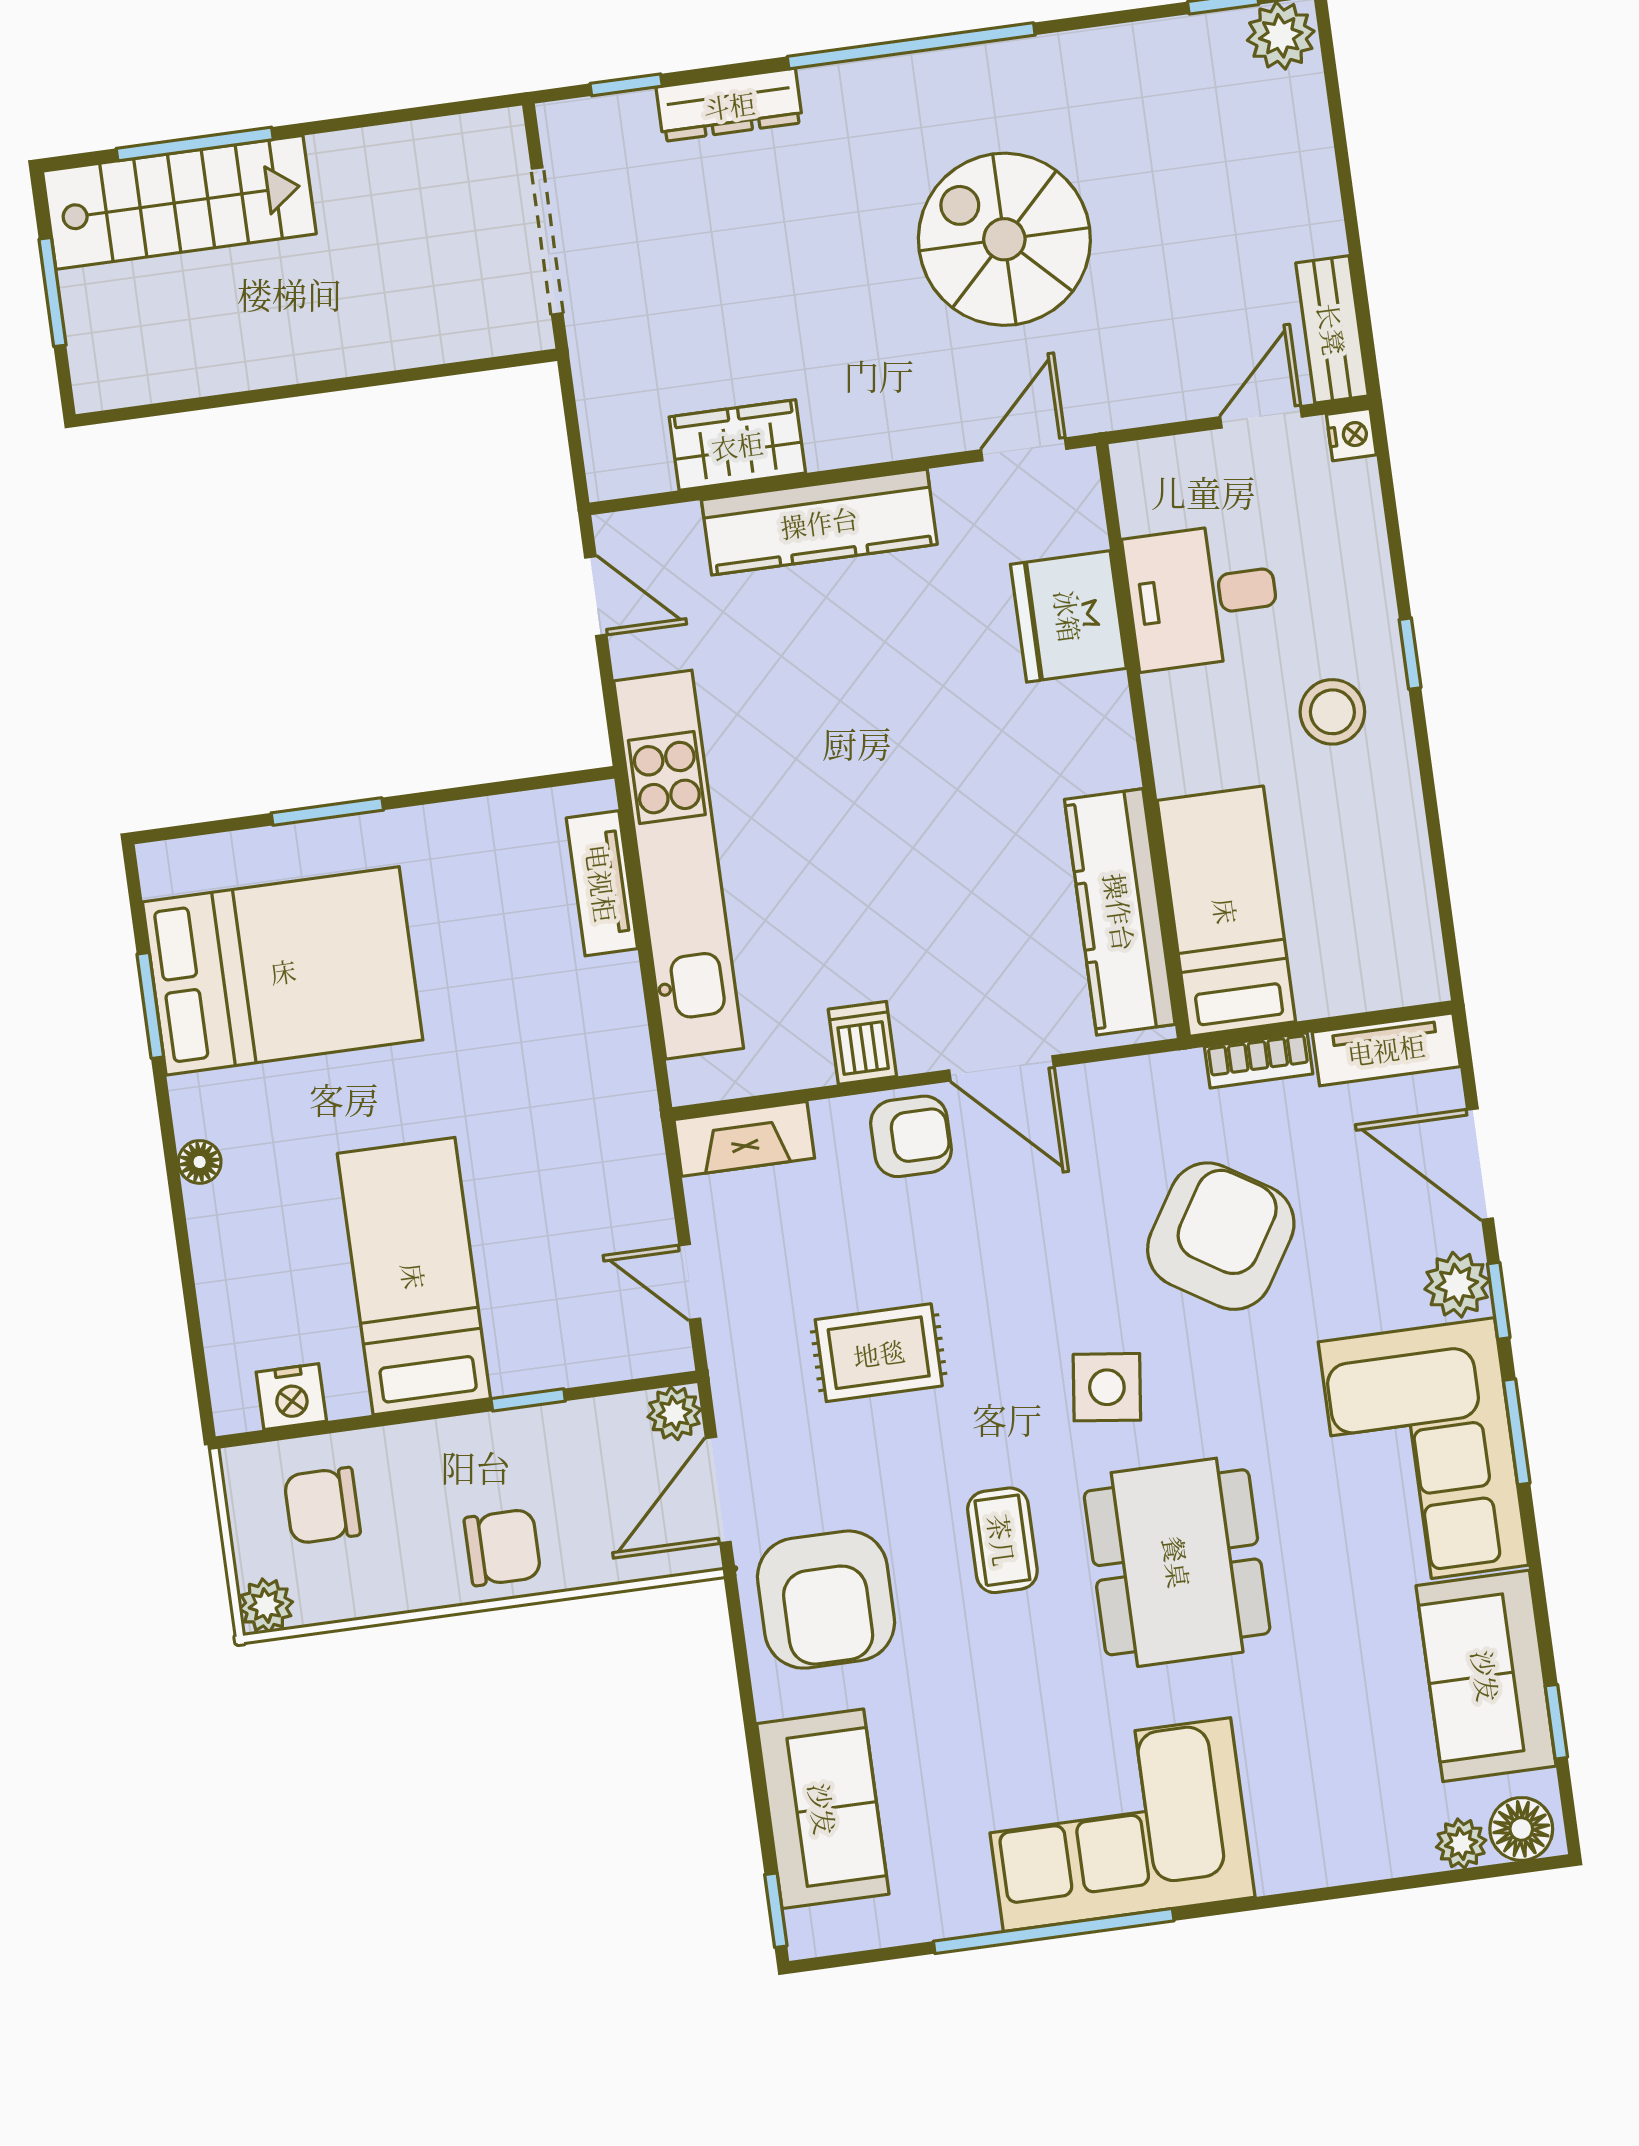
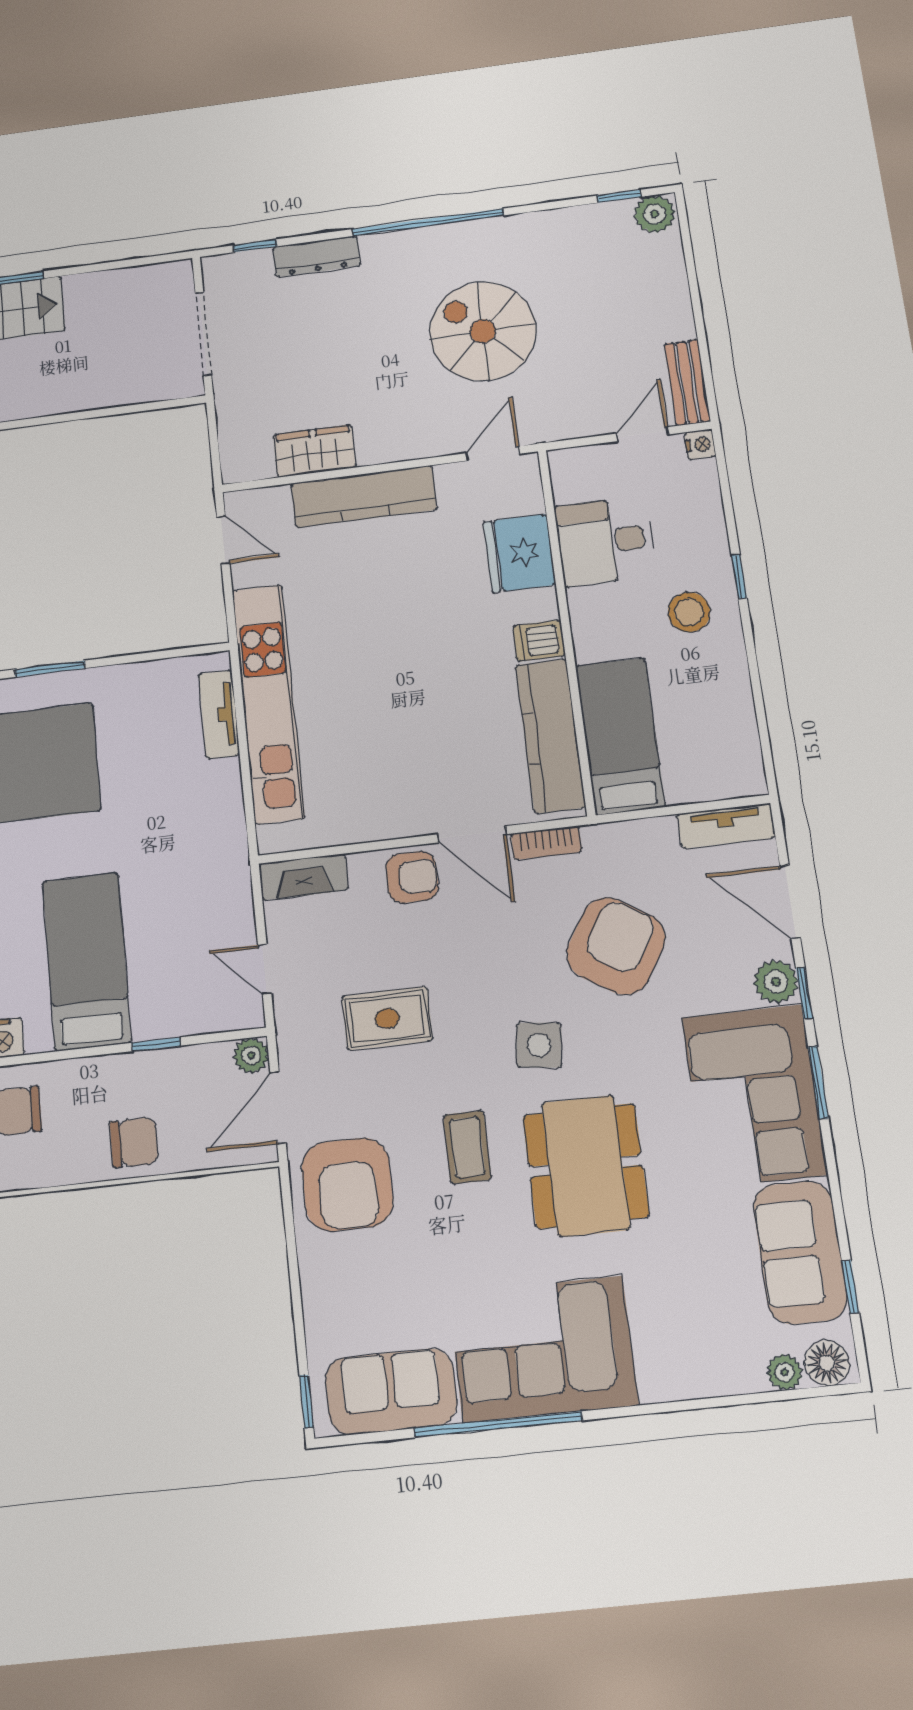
dishwasher: (862, 1043) -> (539, 641), moved, turned -90
bookcase: (1259, 1060) -> (546, 843), moved
sofa: (823, 1809) -> (391, 1391), moved, turned -90

